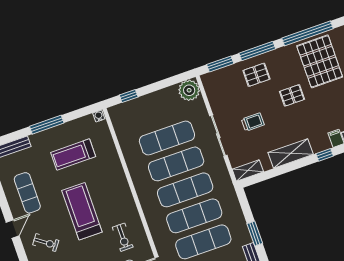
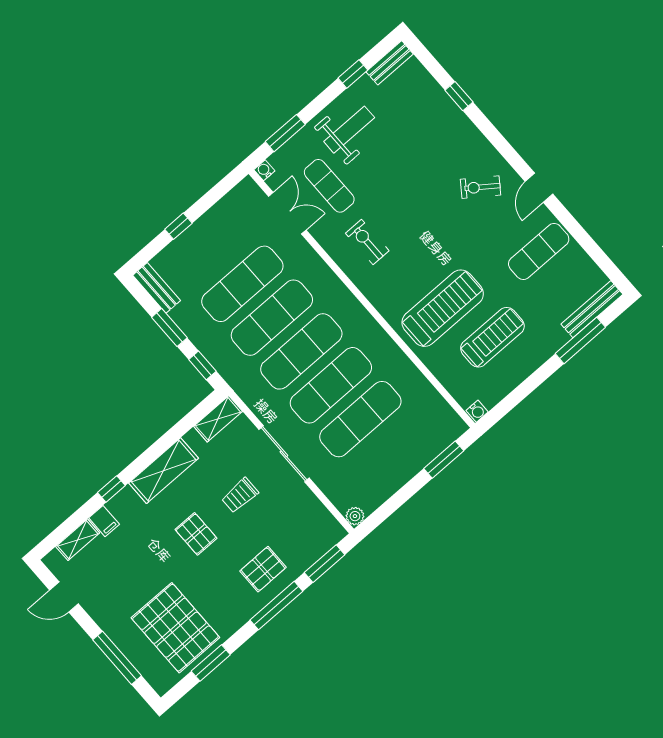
window: (308, 33) -> (211, 663), width x0.47
plant: (189, 90) -> (355, 516), width x0.53, depth x0.53
pallet: (292, 95) -> (196, 534), moved, turned 90
window: (129, 96) -> (444, 460), width x1.50
window: (47, 125) -> (580, 340), moved
exercise mat: (27, 193) -> (539, 251), turned 90
window: (245, 205) -> (202, 365), added
treadmill: (82, 211) -> (443, 308), moved, turned -90

